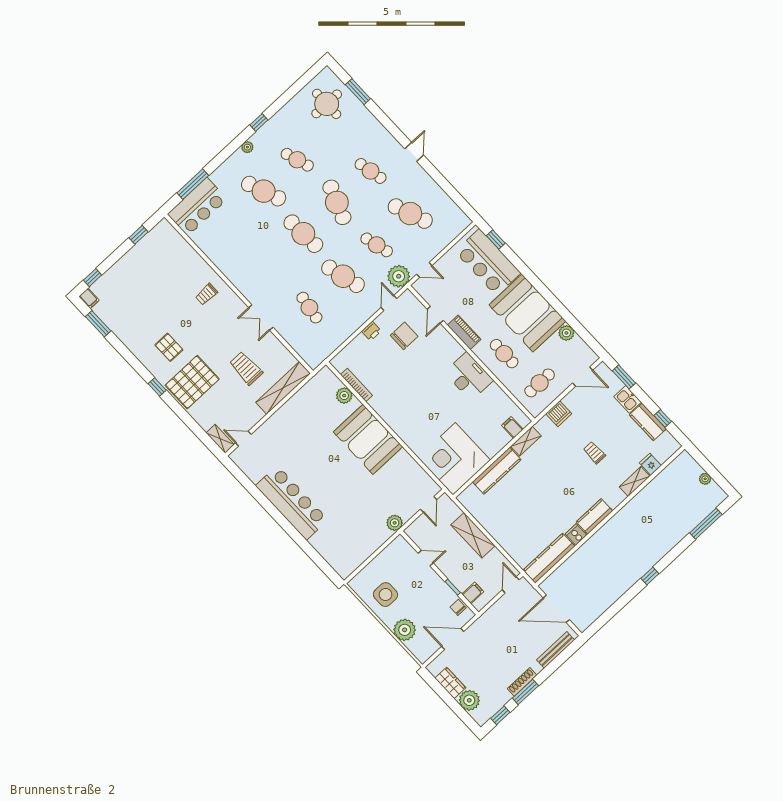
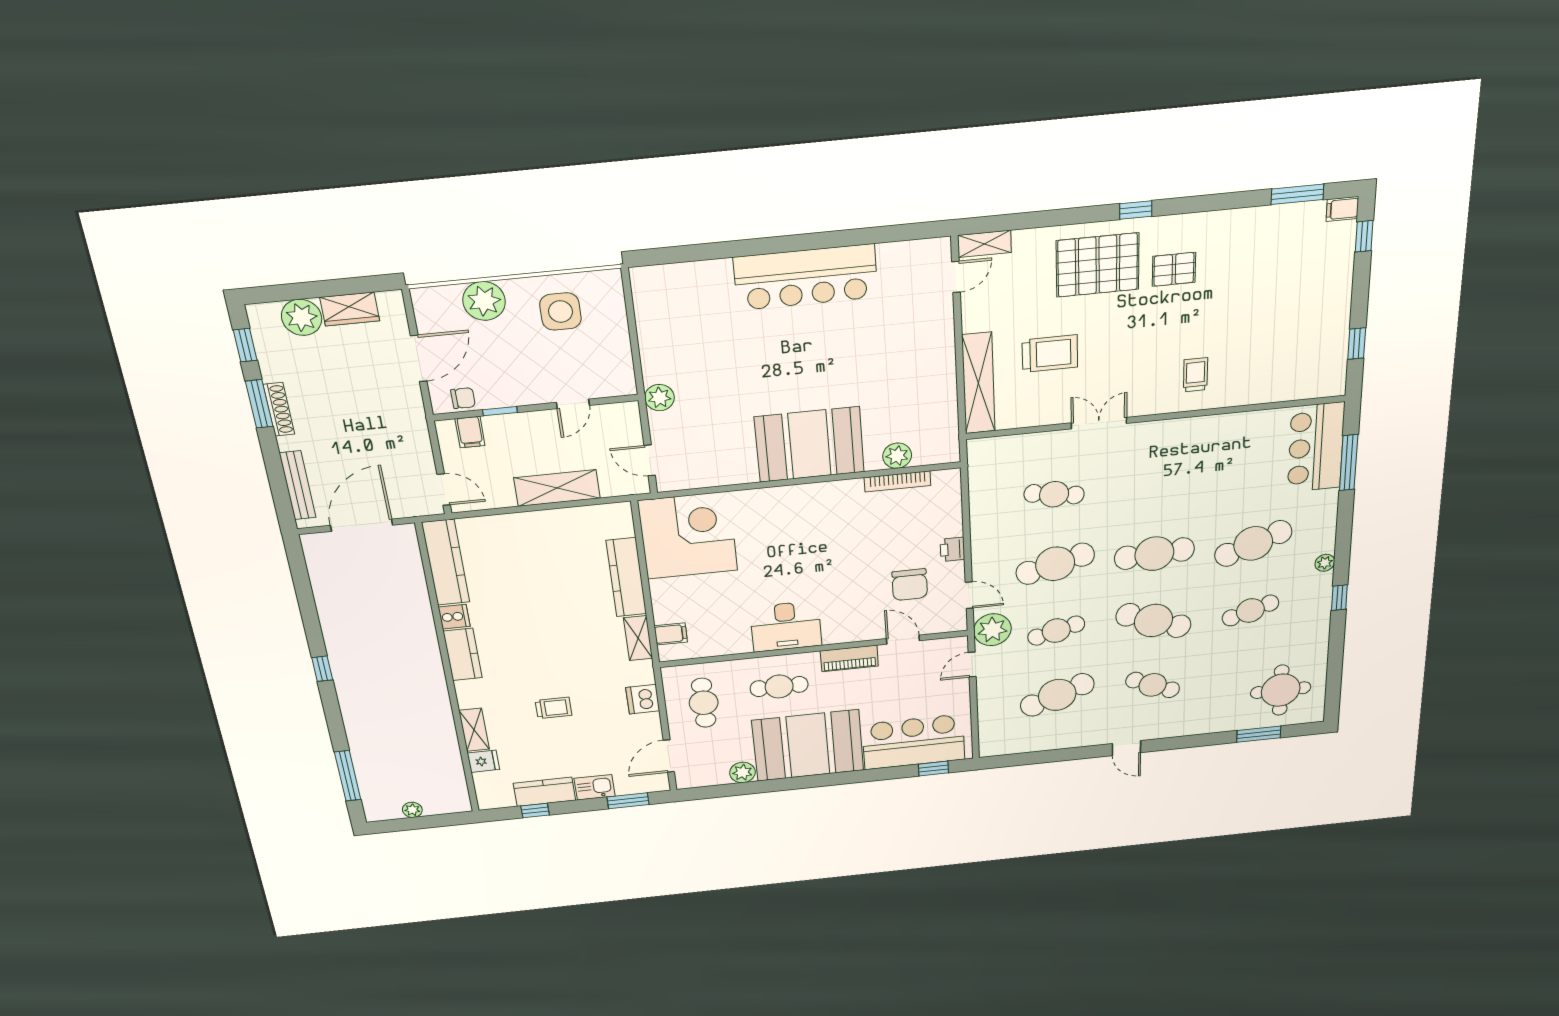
cafe table: (371, 171) -> (1153, 685), turned 36
pallet: (192, 382) -> (1098, 265), turned 90

